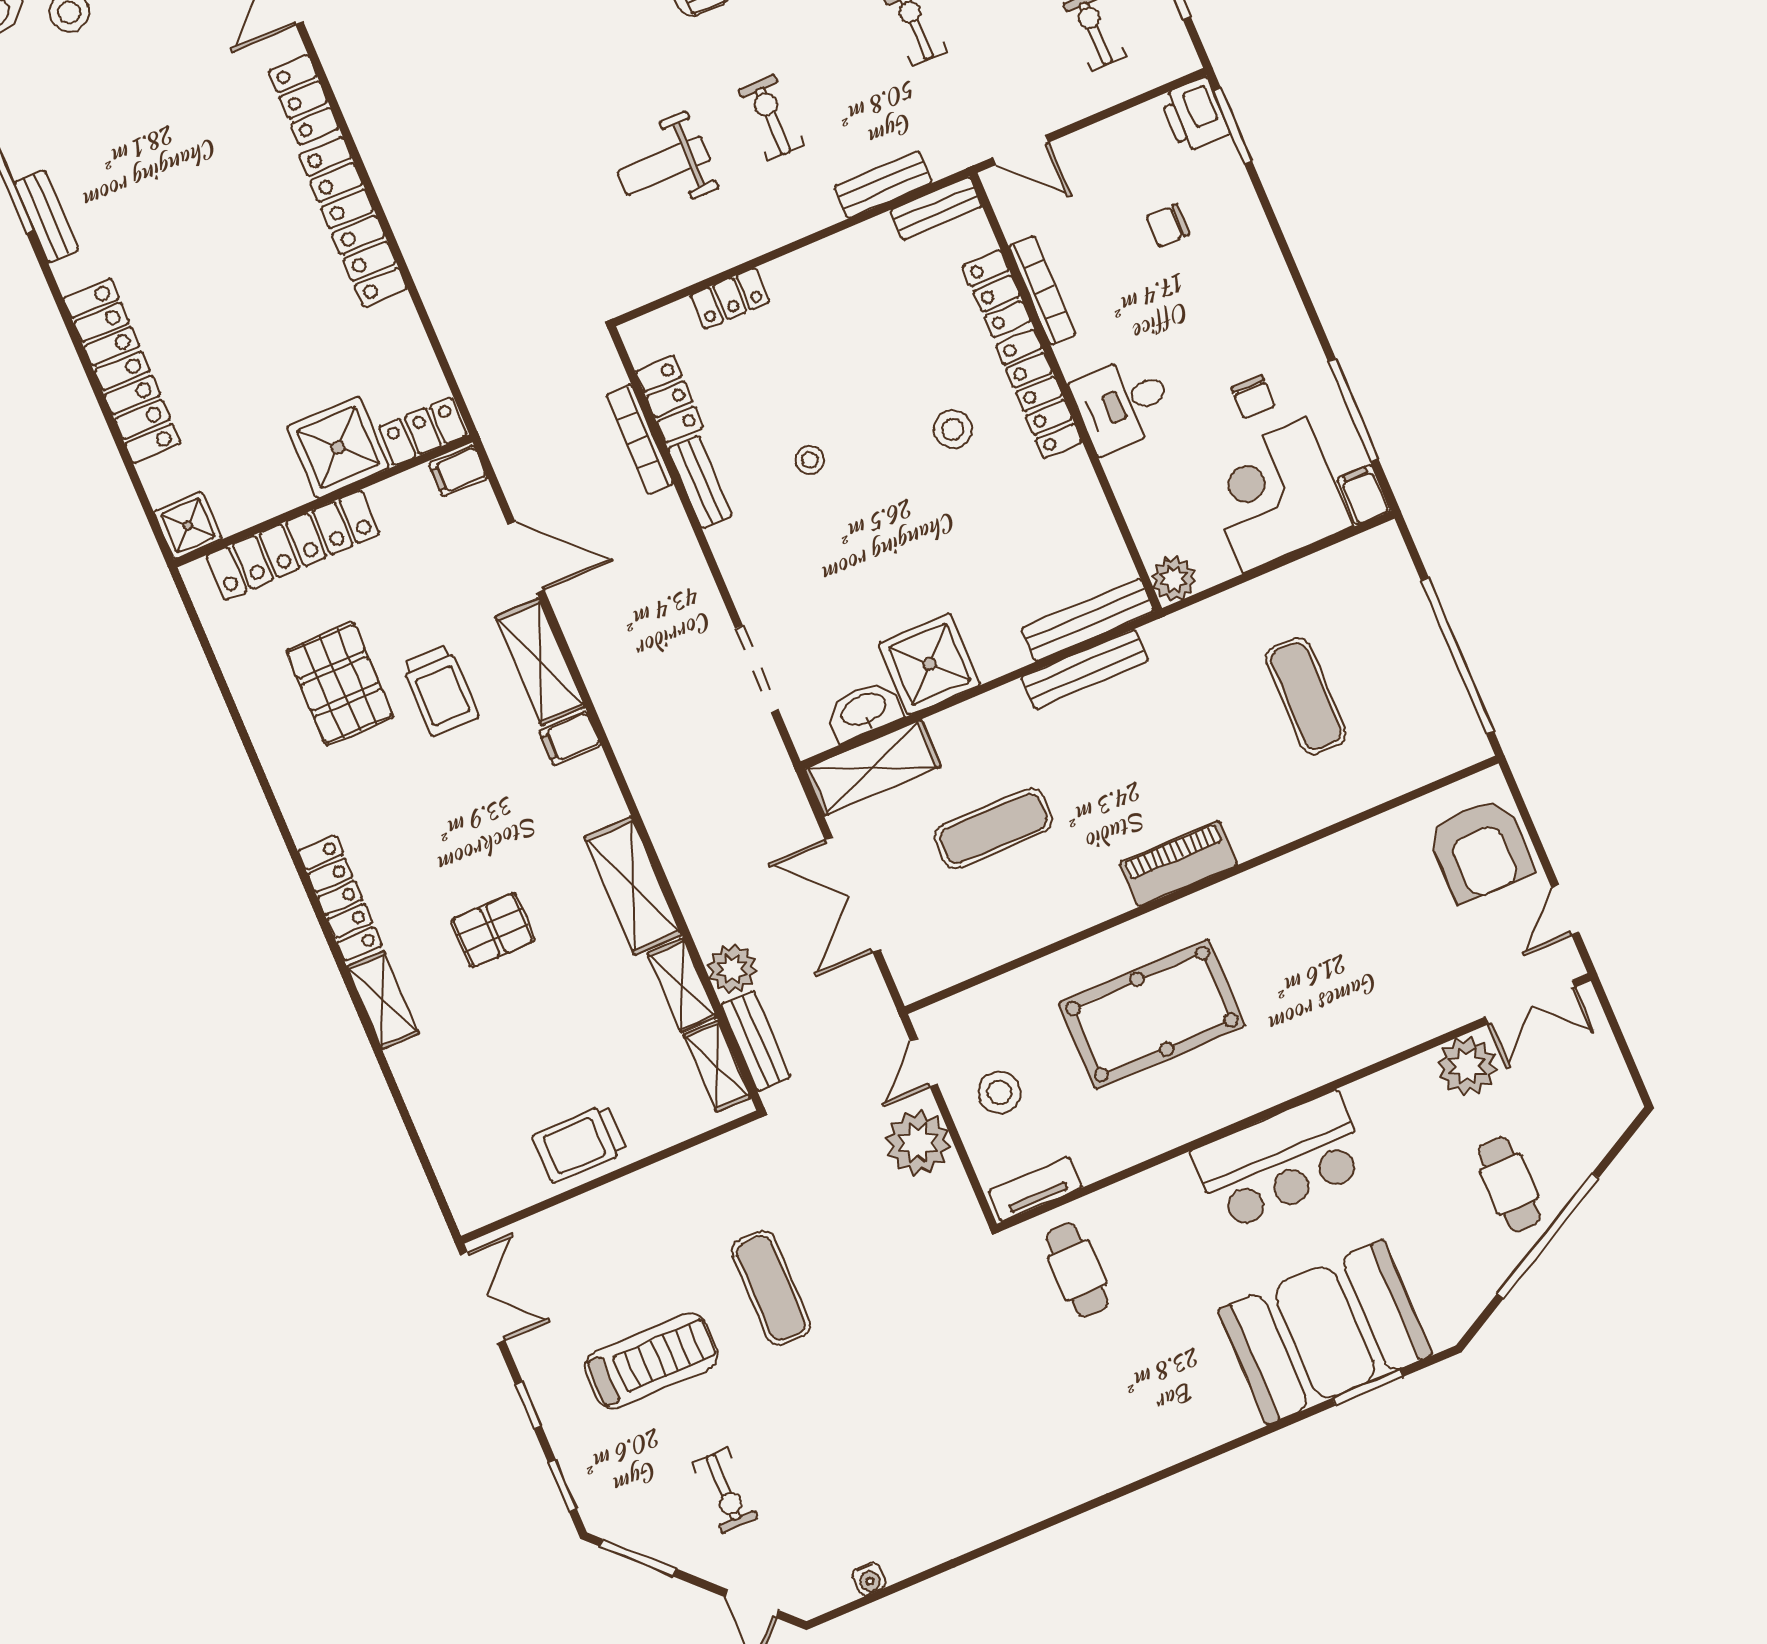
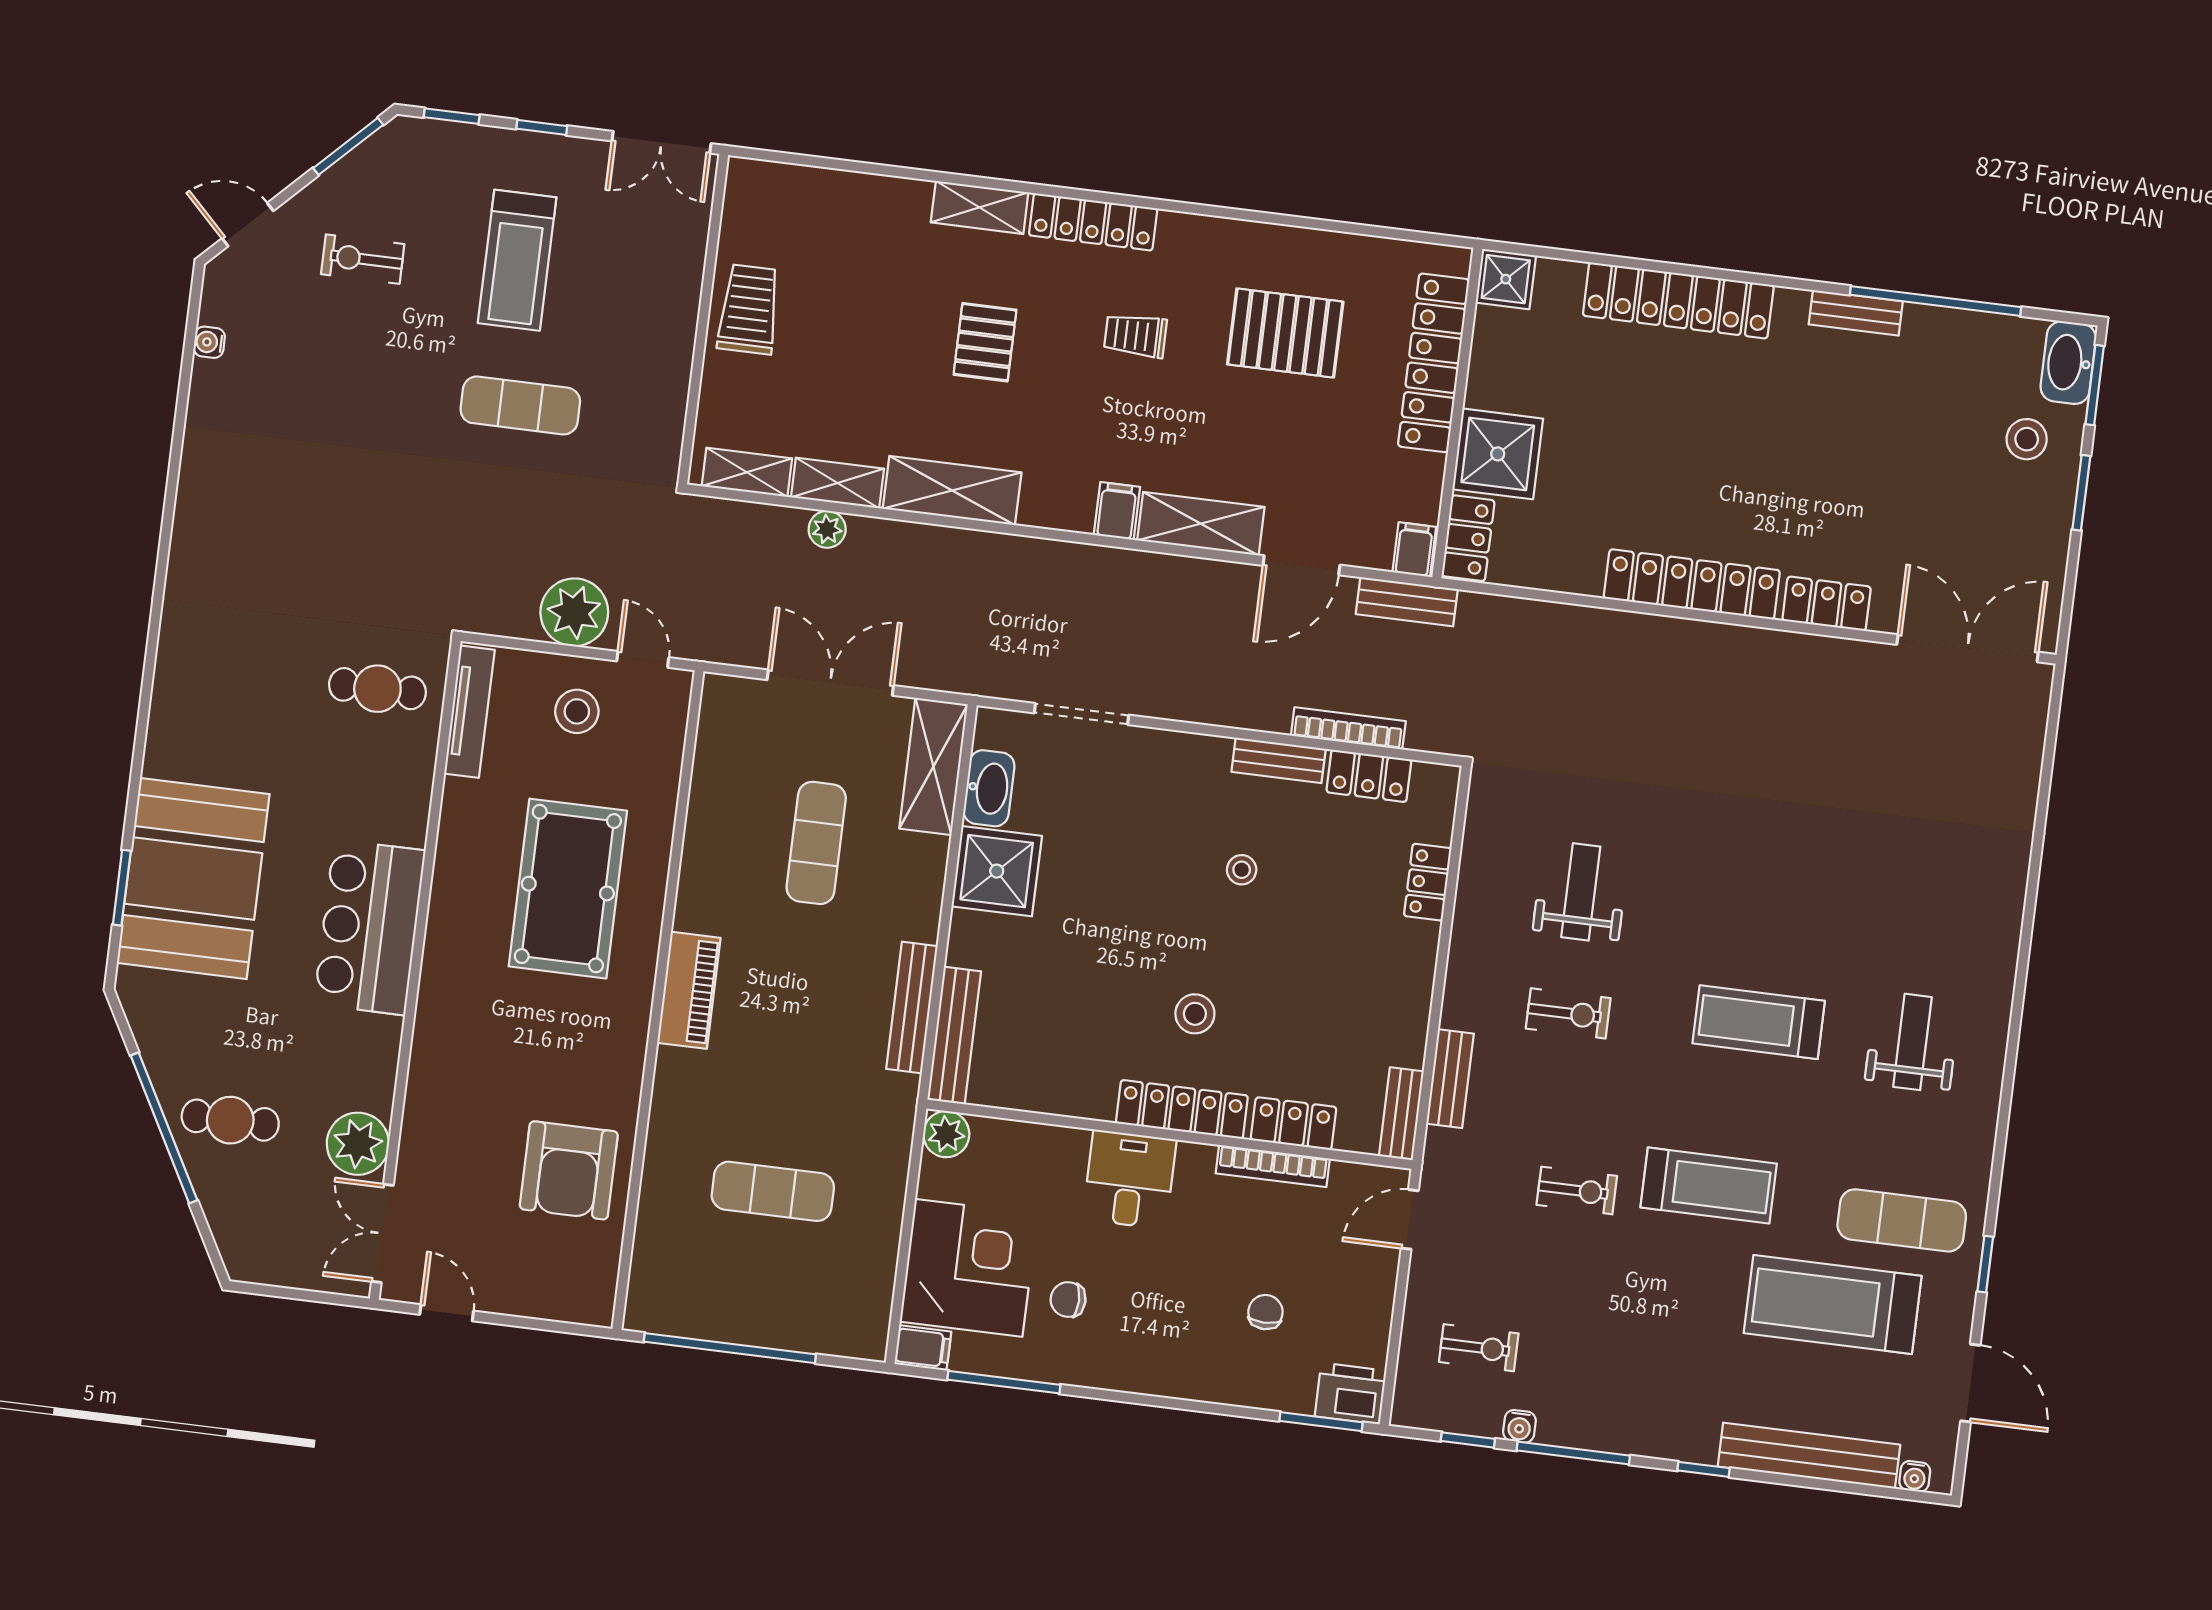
trolley: (440, 691) -> (1135, 335), moved, width x0.73, depth x0.72
armchair: (1480, 850) -> (569, 1170), moved, turned -90
plant: (732, 969) -> (827, 529), width x0.73, depth x0.73
bench: (756, 1041) -> (1407, 602), moved
tv unit: (1035, 1189) -> (469, 712), width x1.41

